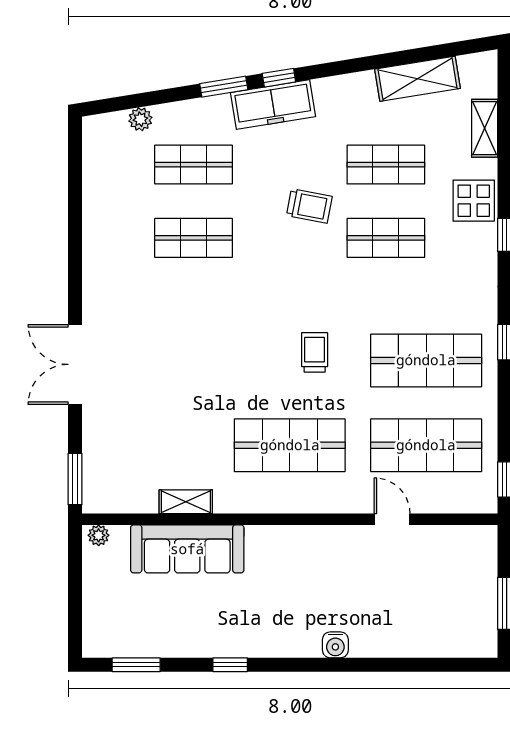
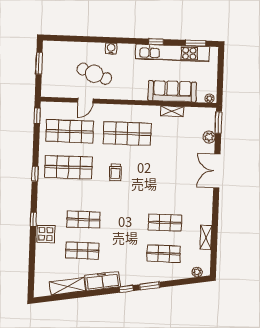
freezer: (273, 105) -> (102, 281), moved
plant: (140, 119) -> (197, 272), moved
shelving: (485, 128) -> (206, 237), moved
trolley: (309, 206) -> (115, 234), removed
double door: (75, 364) -> (217, 171), swing flipped
plant: (96, 444) -> (209, 137), added
door: (392, 519) -> (85, 101), hinge flipped
cafe table: (373, 584) -> (94, 74), added
kitchen unit: (190, 640) -> (172, 53), added

